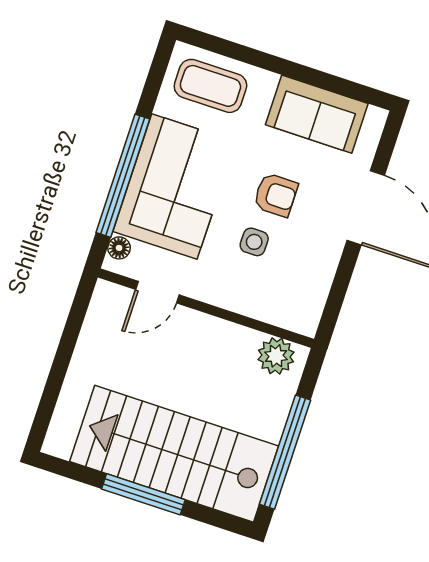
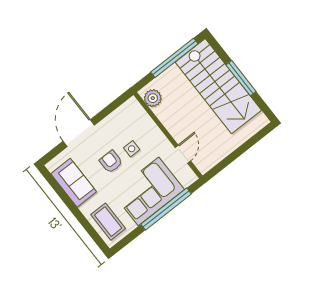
floor lamp: (119, 248) -> (186, 182), removed
door: (157, 292) -> (183, 154), hinge flipped

